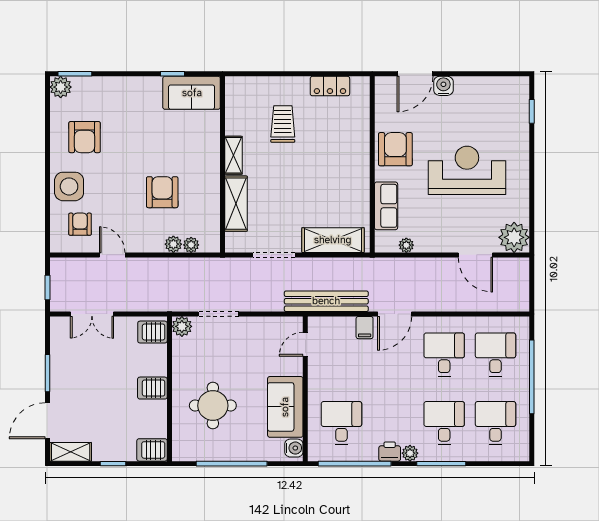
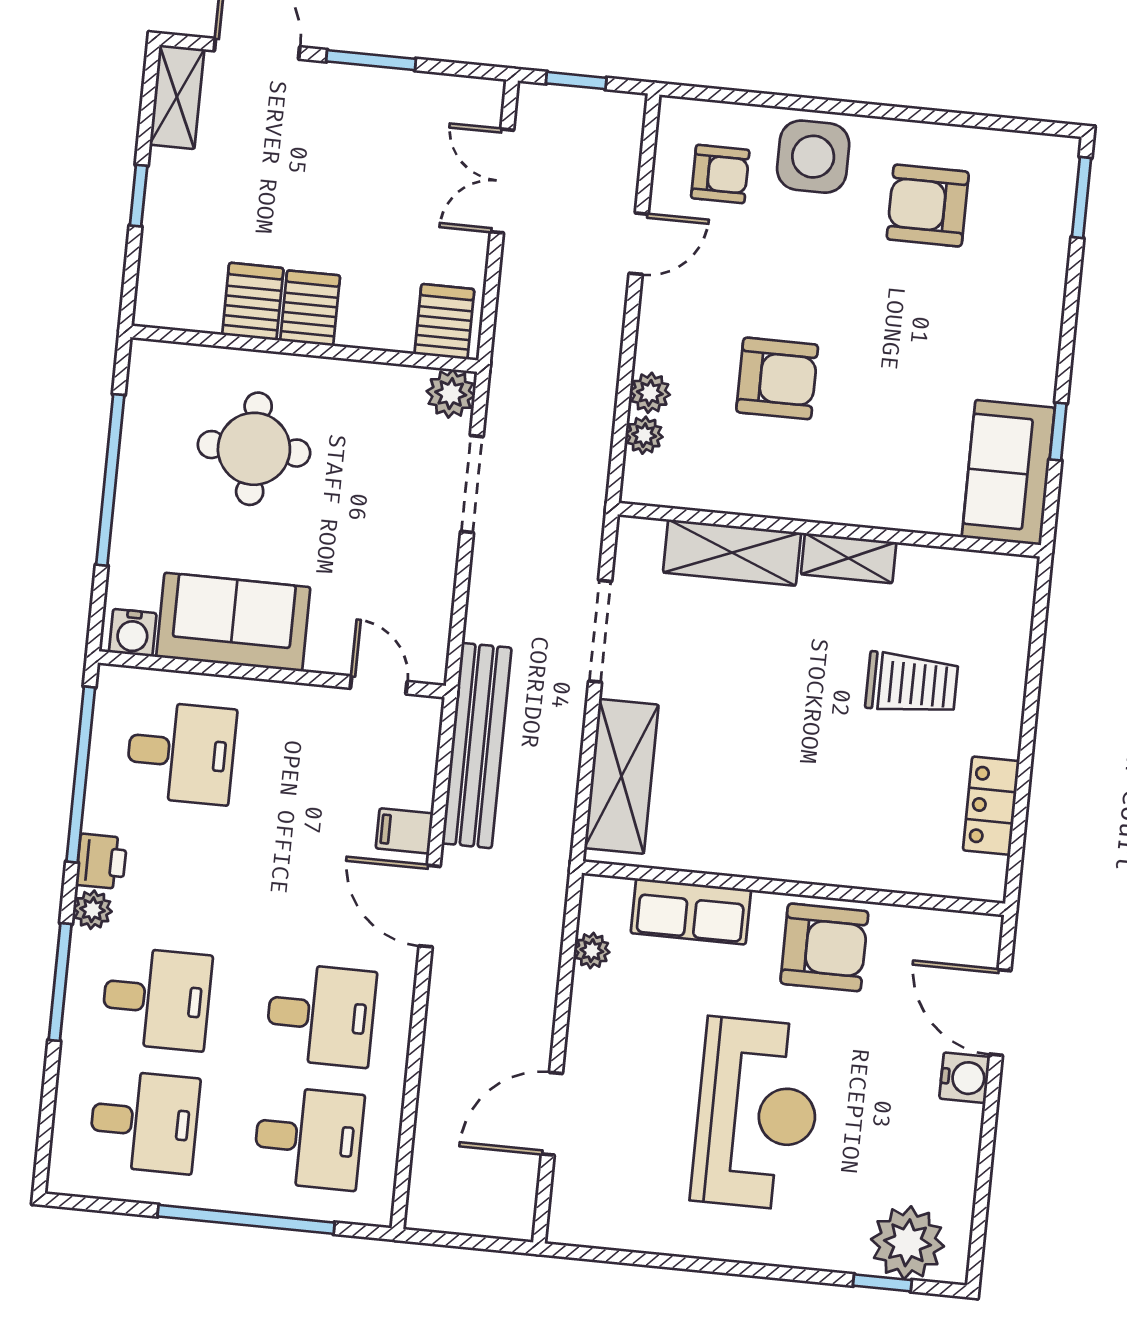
plant: (61, 87) -> (1053, 160), removed
plant: (514, 237) -> (907, 1243), moved
server rack: (152, 450) -> (253, 301), moved

